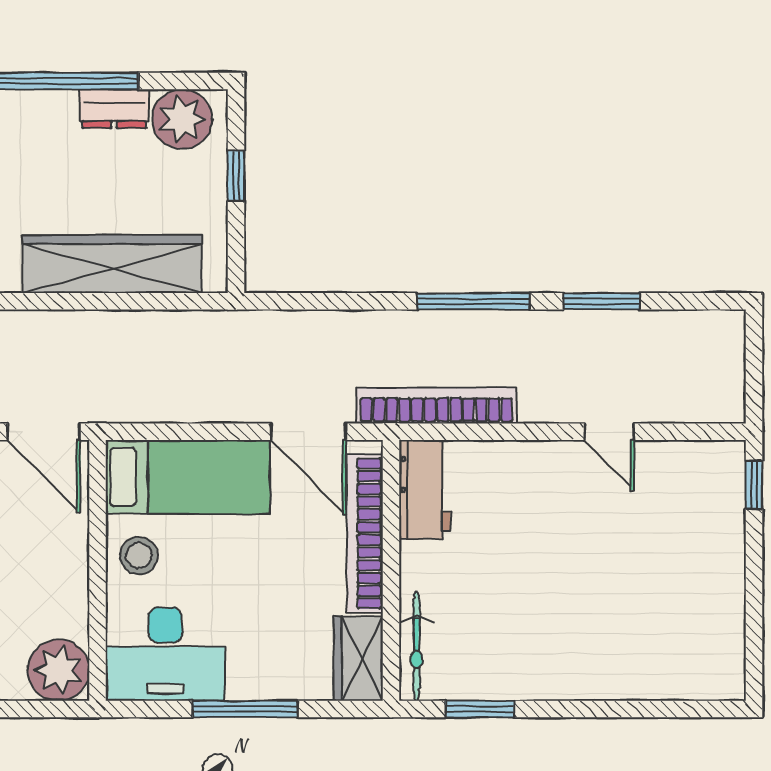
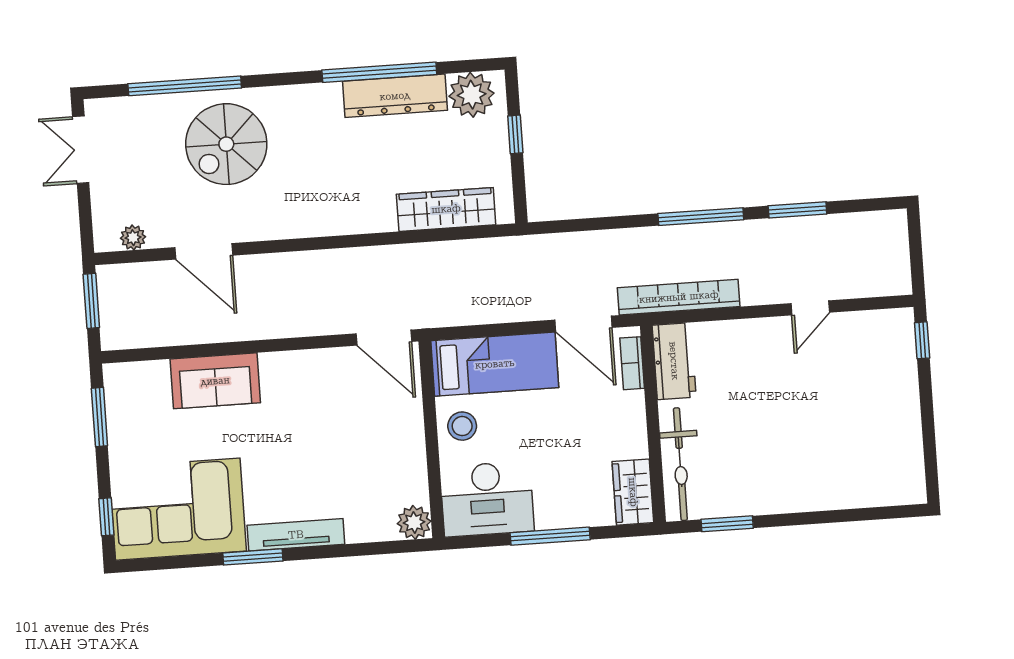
dresser: (114, 109) -> (395, 96), width x1.96, depth x1.24
wardrobe: (112, 264) -> (446, 209), width x0.71, depth x0.85
door: (609, 432) -> (810, 308), hinge flipped
bookcase: (365, 533) -> (632, 363), width x0.43, depth x0.76
bicycle: (417, 646) -> (680, 464), width x1.37, depth x1.40
plant: (59, 670) -> (414, 522), width x0.73, depth x0.73

